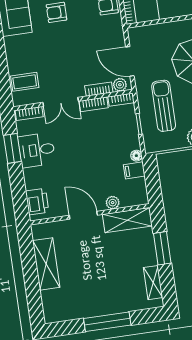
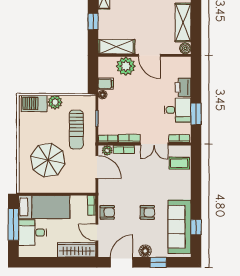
double door: (61, 102) -> (154, 144), swing flipped
printer: (37, 202) -> (183, 87), moved
plant: (113, 203) -> (126, 66), width x1.88, depth x1.88
boiler: (38, 231) -> (185, 48), added
window: (162, 248) -> (93, 21), width x0.67

